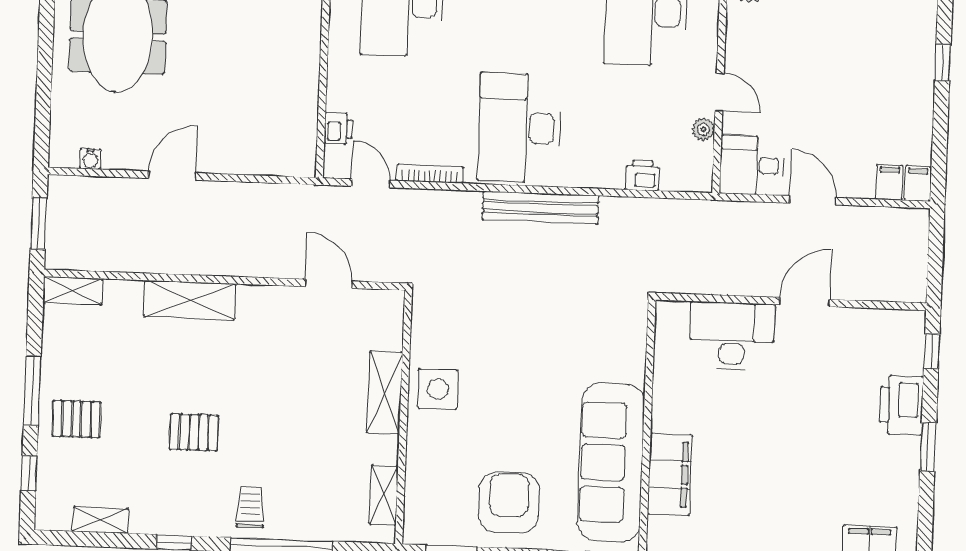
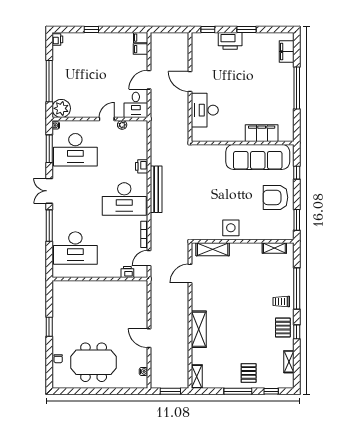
printer: (642, 175) -> (142, 166), moved
shelving: (385, 393) -> (213, 249), moved
pallet: (194, 432) -> (283, 328), moved

